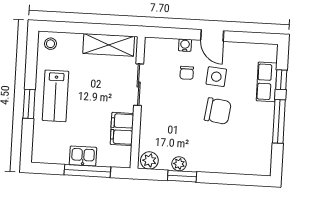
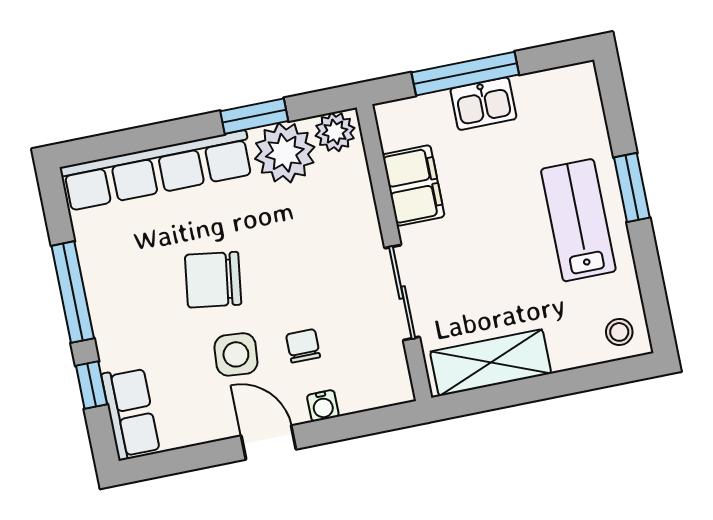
row of seats: (267, 82) -> (131, 413), moved
plant: (179, 164) -> (285, 153), width x1.88, depth x1.88
row of seats: (230, 164) -> (157, 170), added

